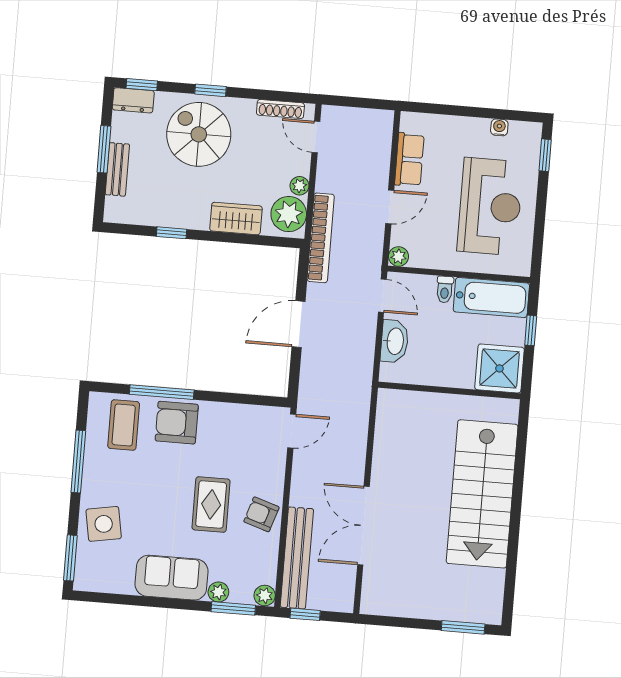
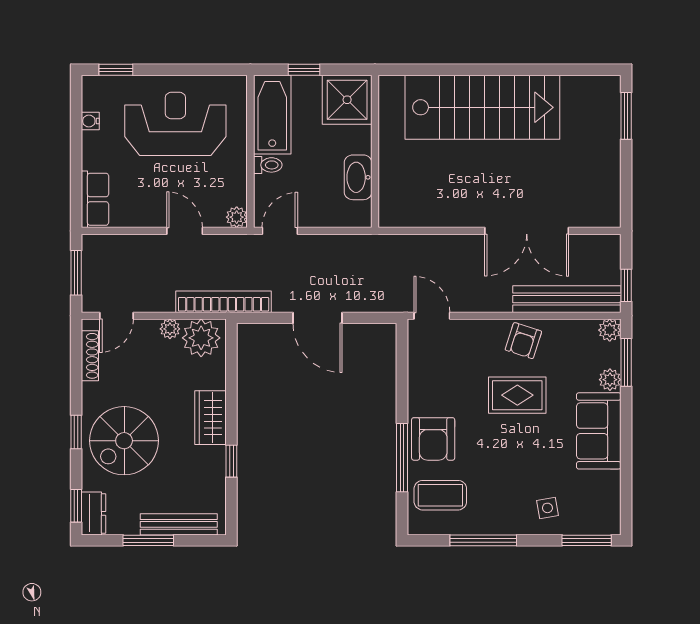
window: (359, 102) -> (76, 273), added
row of seats: (409, 160) -> (95, 199), moved, turned 90
bench: (117, 169) -> (179, 524), width x1.36
wardrobe: (236, 218) -> (210, 418), moved
washbasin: (394, 341) -> (358, 177), moved, turned -90
side table: (104, 524) -> (547, 508), width x0.54, depth x0.54

